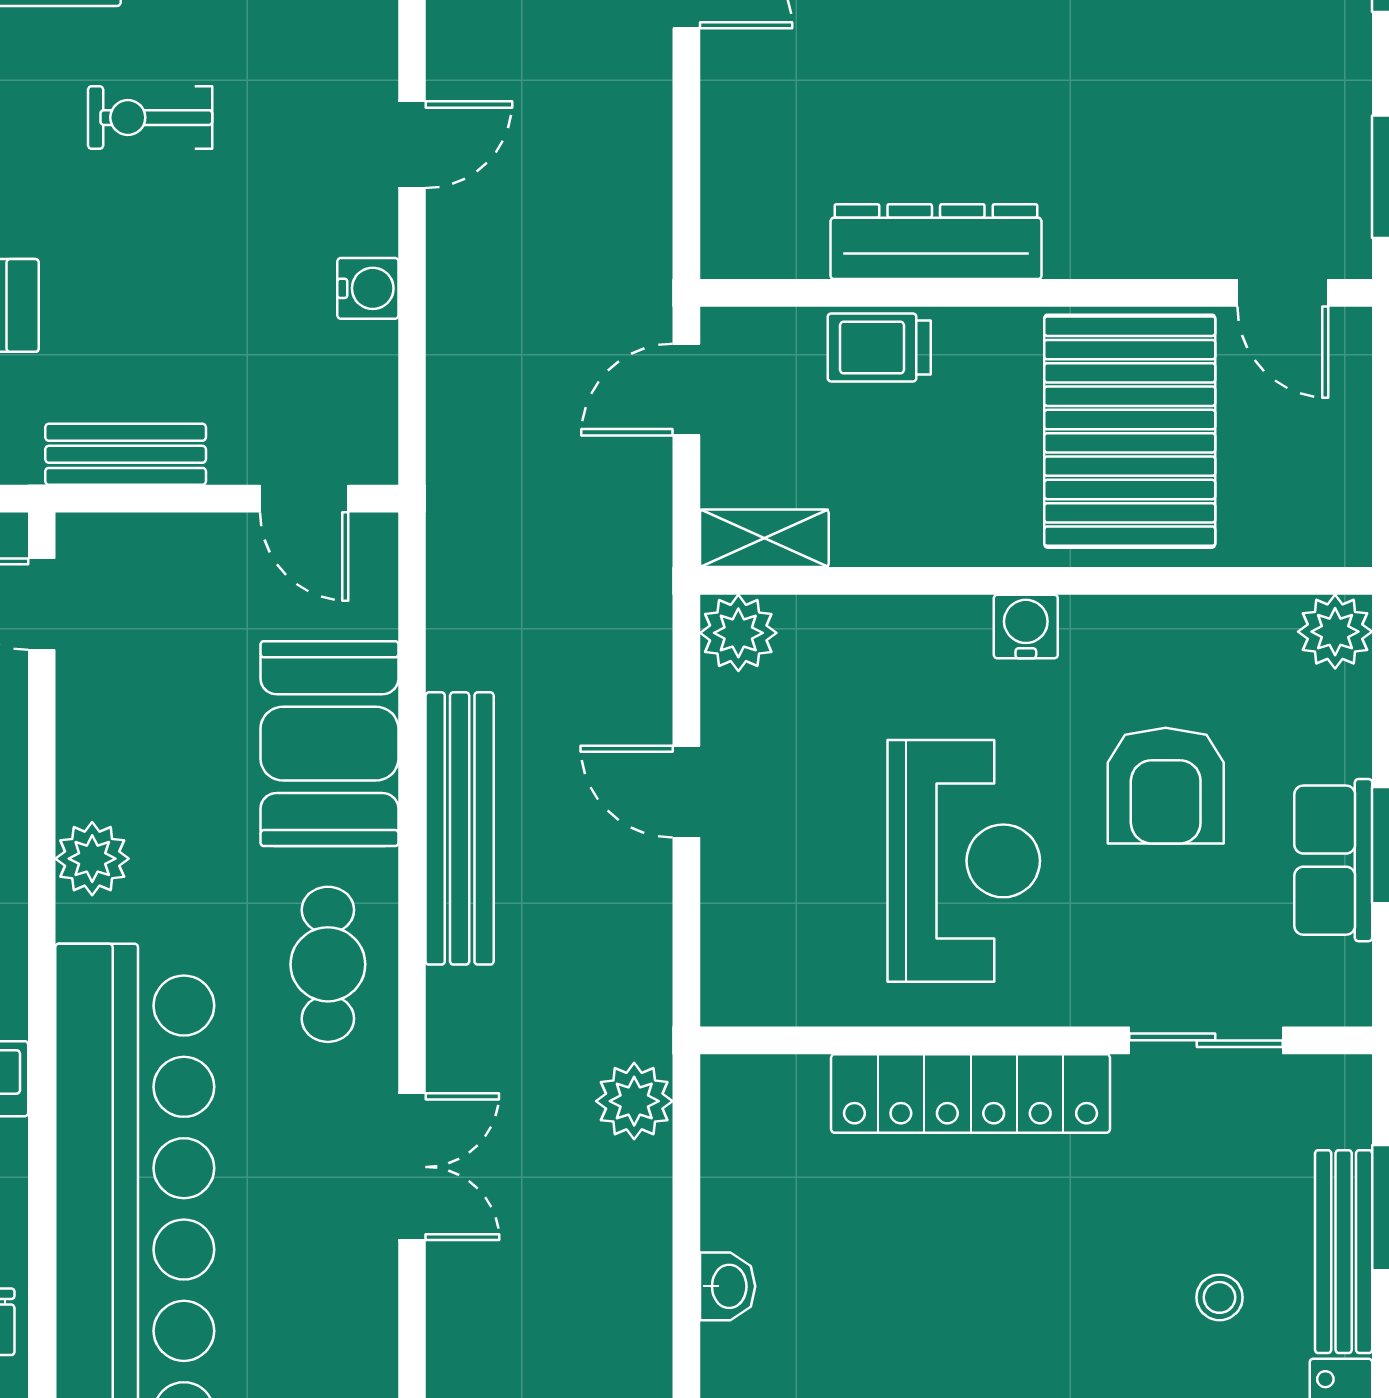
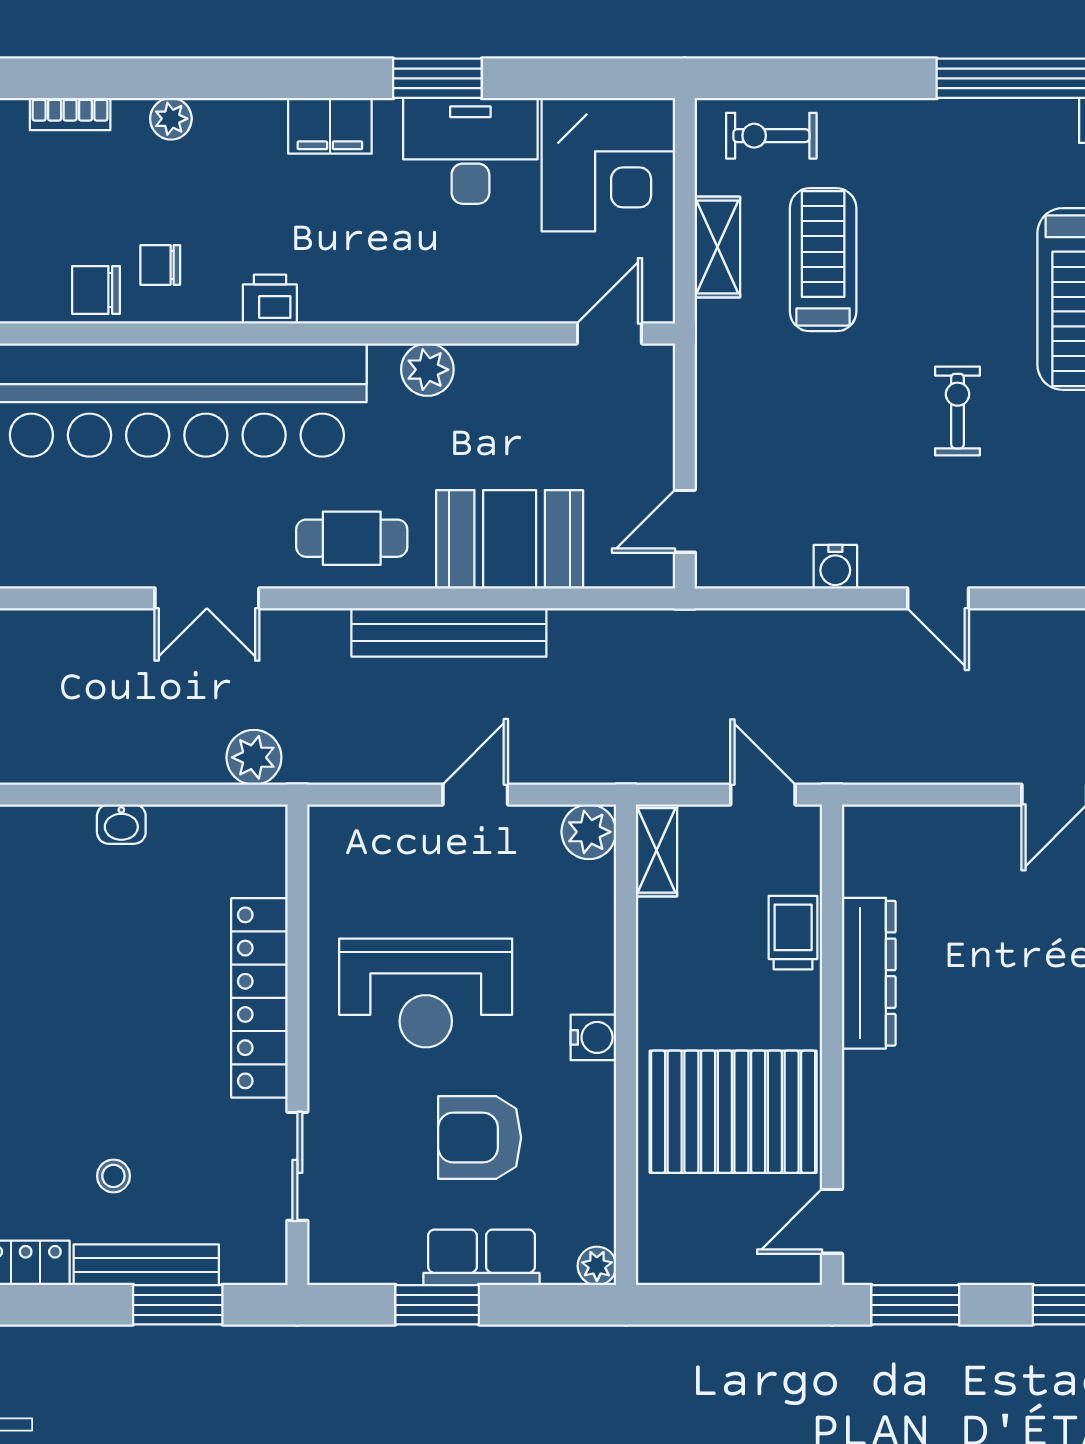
bench: (126, 454) -> (717, 393), removed
plant: (1335, 632) -> (597, 1266), width x0.73, depth x0.73
row of seats: (1333, 860) -> (481, 1257), moved

